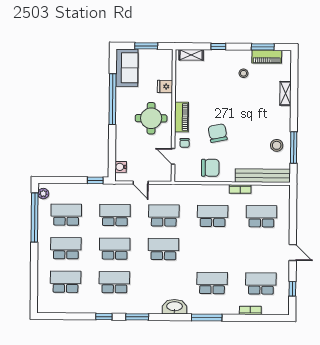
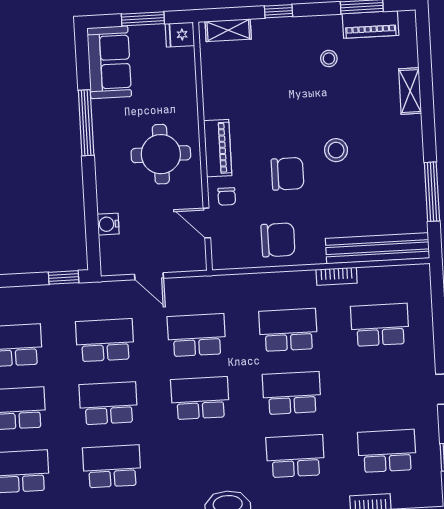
fridge: (165, 86) -> (180, 35), moved
window: (112, 99) -> (86, 123), width x0.68
chair: (218, 133) -> (287, 174), turned 101
stool: (277, 145) -> (336, 150), moved
water cooler: (121, 167) -> (108, 224), moved
school desk: (212, 249) -> (292, 393), added

